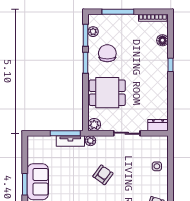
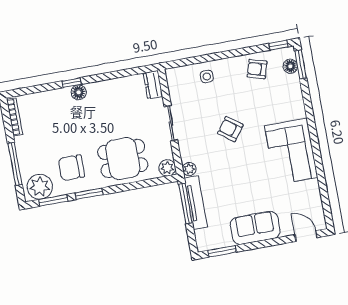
plant: (93, 32) -> (40, 187), width x1.88, depth x1.88
floor lamp: (162, 40) -> (79, 92), moved
dining table: (107, 93) -> (123, 158), turned 90
tv unit: (70, 141) -> (196, 203), width x1.41
armchair: (103, 175) -> (230, 129), moved
window: (25, 184) -> (222, 251), moved

